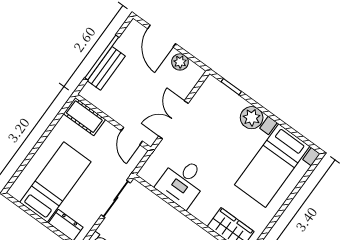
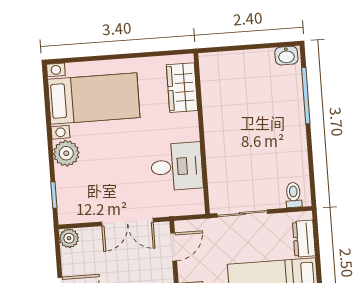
plant: (180, 62) -> (69, 238), moved

